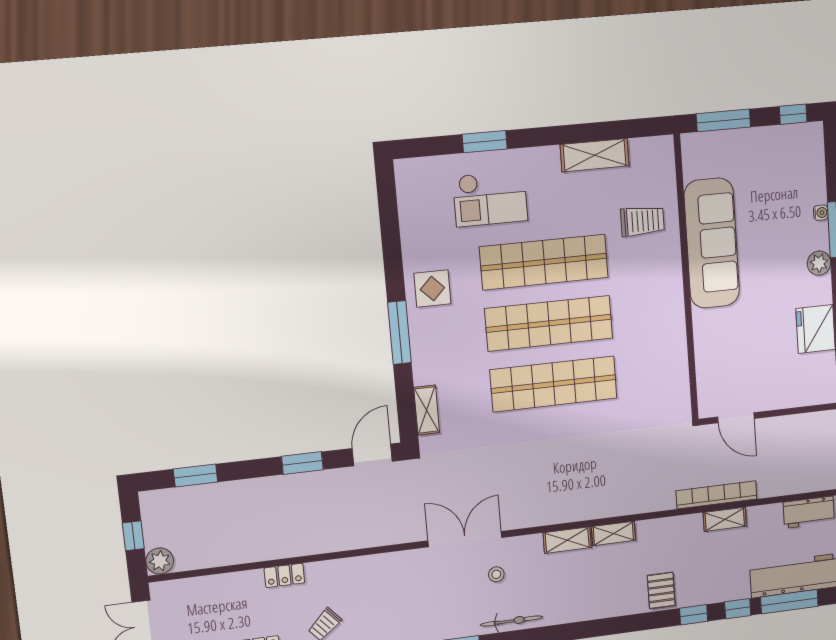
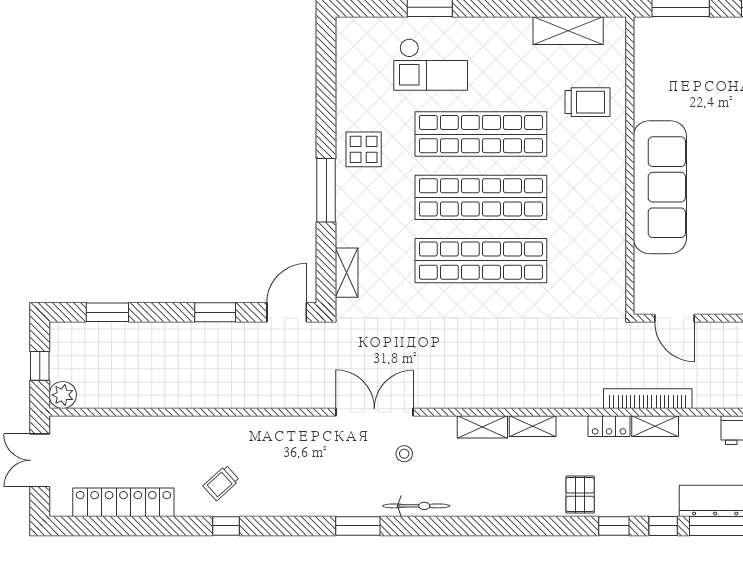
shelving: (595, 155) -> (568, 31), moved
sofa: (712, 243) -> (660, 187), moved
locker: (284, 575) -> (609, 426), moved

